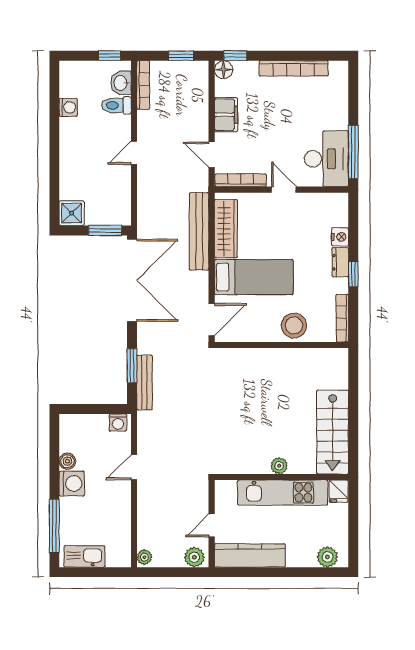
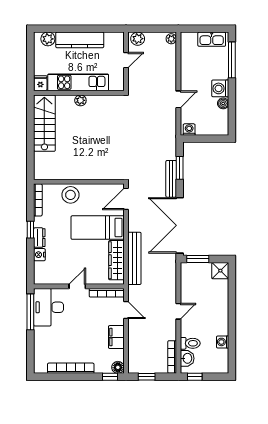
door: (284, 190) -> (77, 286), swing flipped
bench: (145, 383) -> (171, 179), moved
kitchen counter: (250, 555) -> (80, 40), moved

